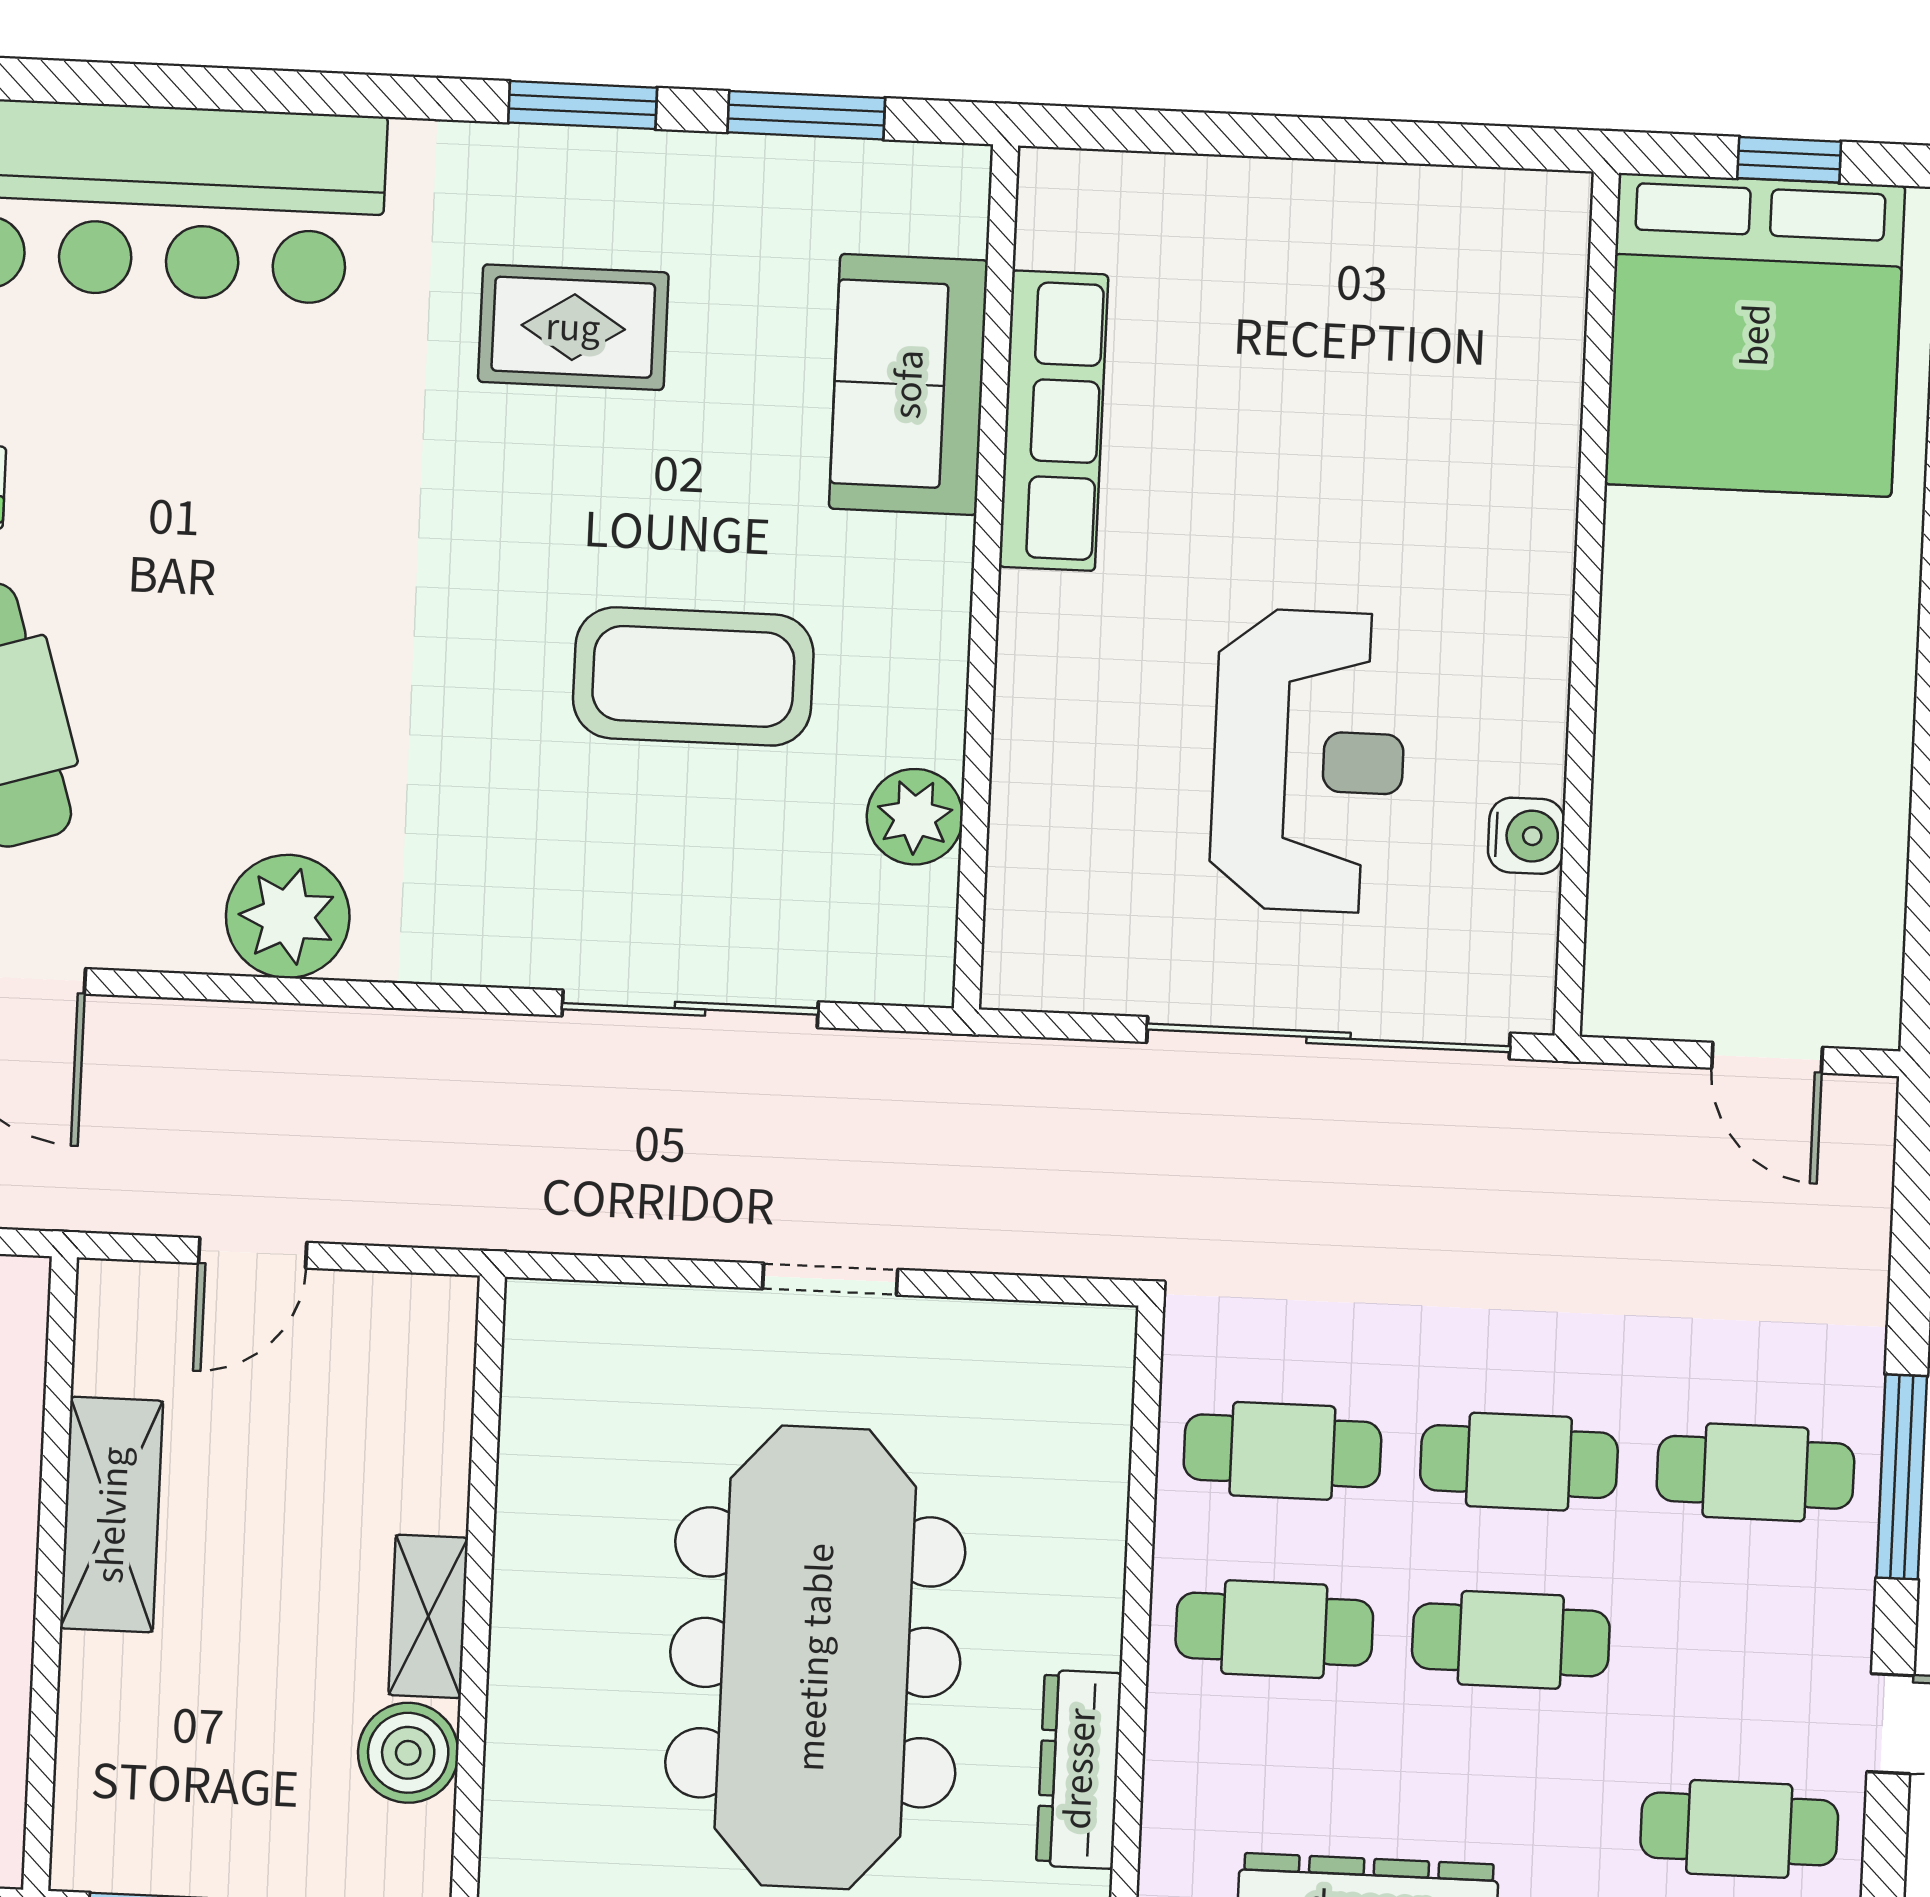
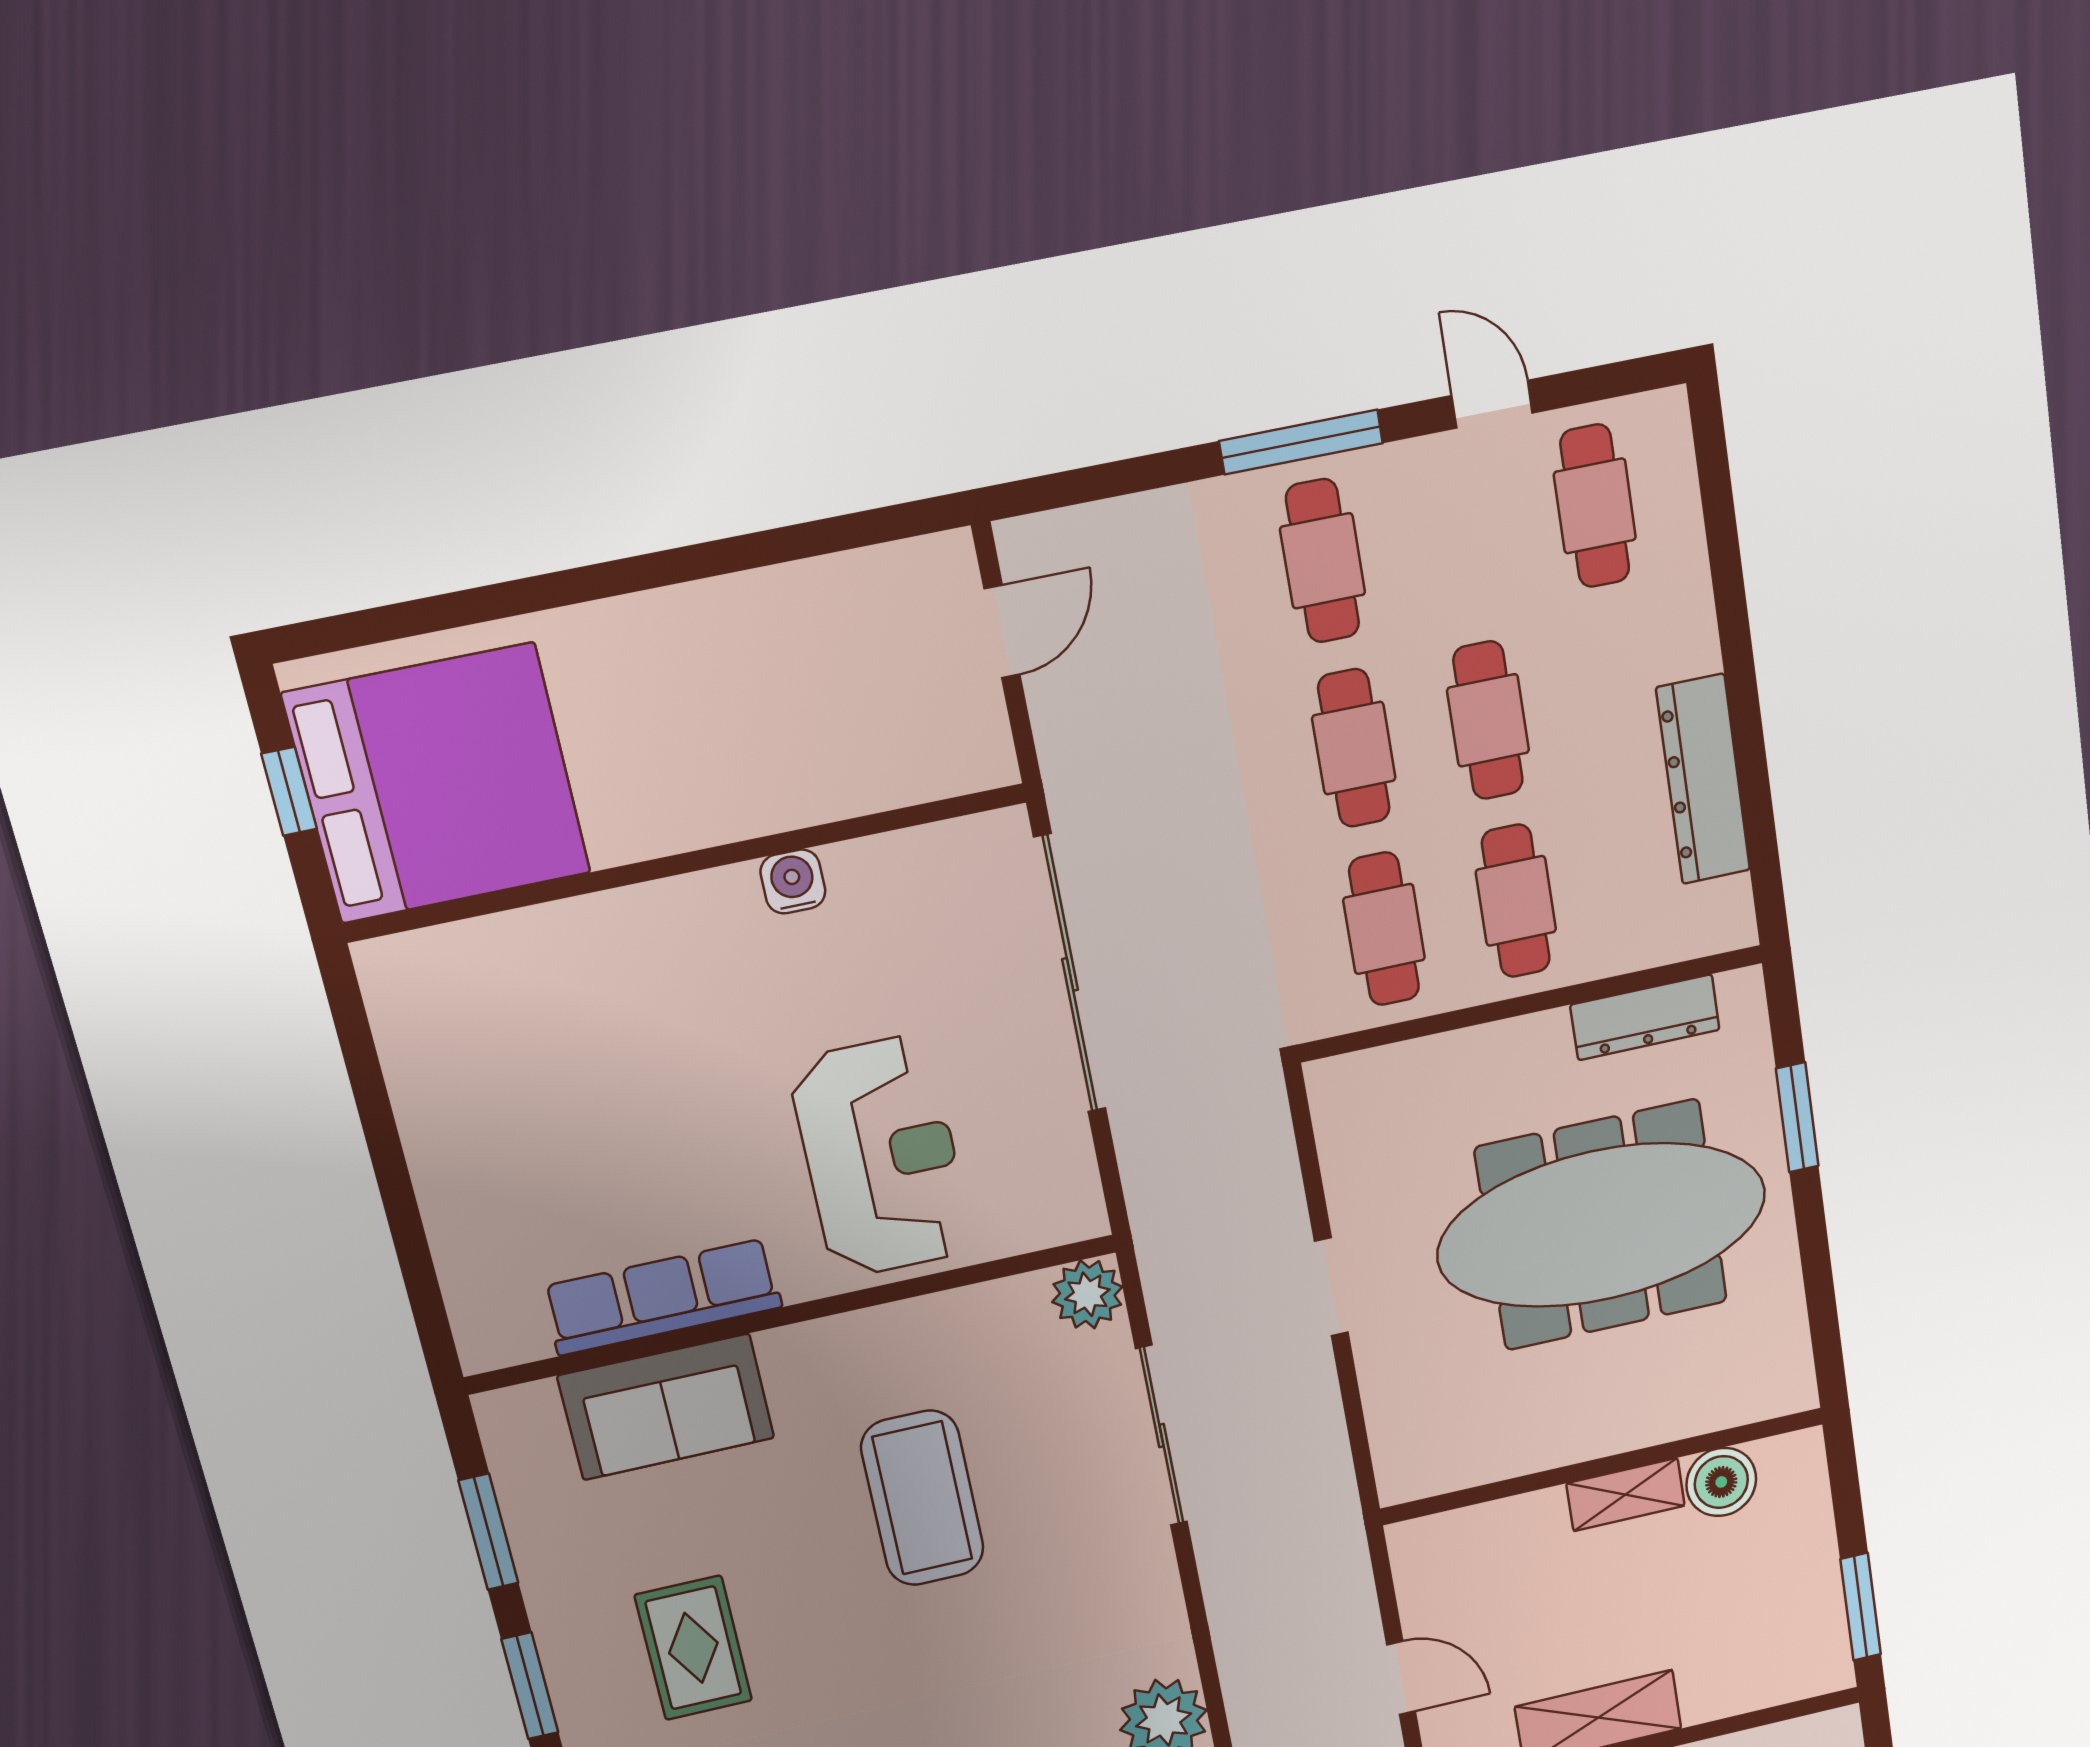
reception desk: (1309, 761) -> (881, 1157), moved, turned 90
plant: (915, 817) -> (1087, 1294), moved
water cooler: (1526, 836) -> (793, 882), moved

